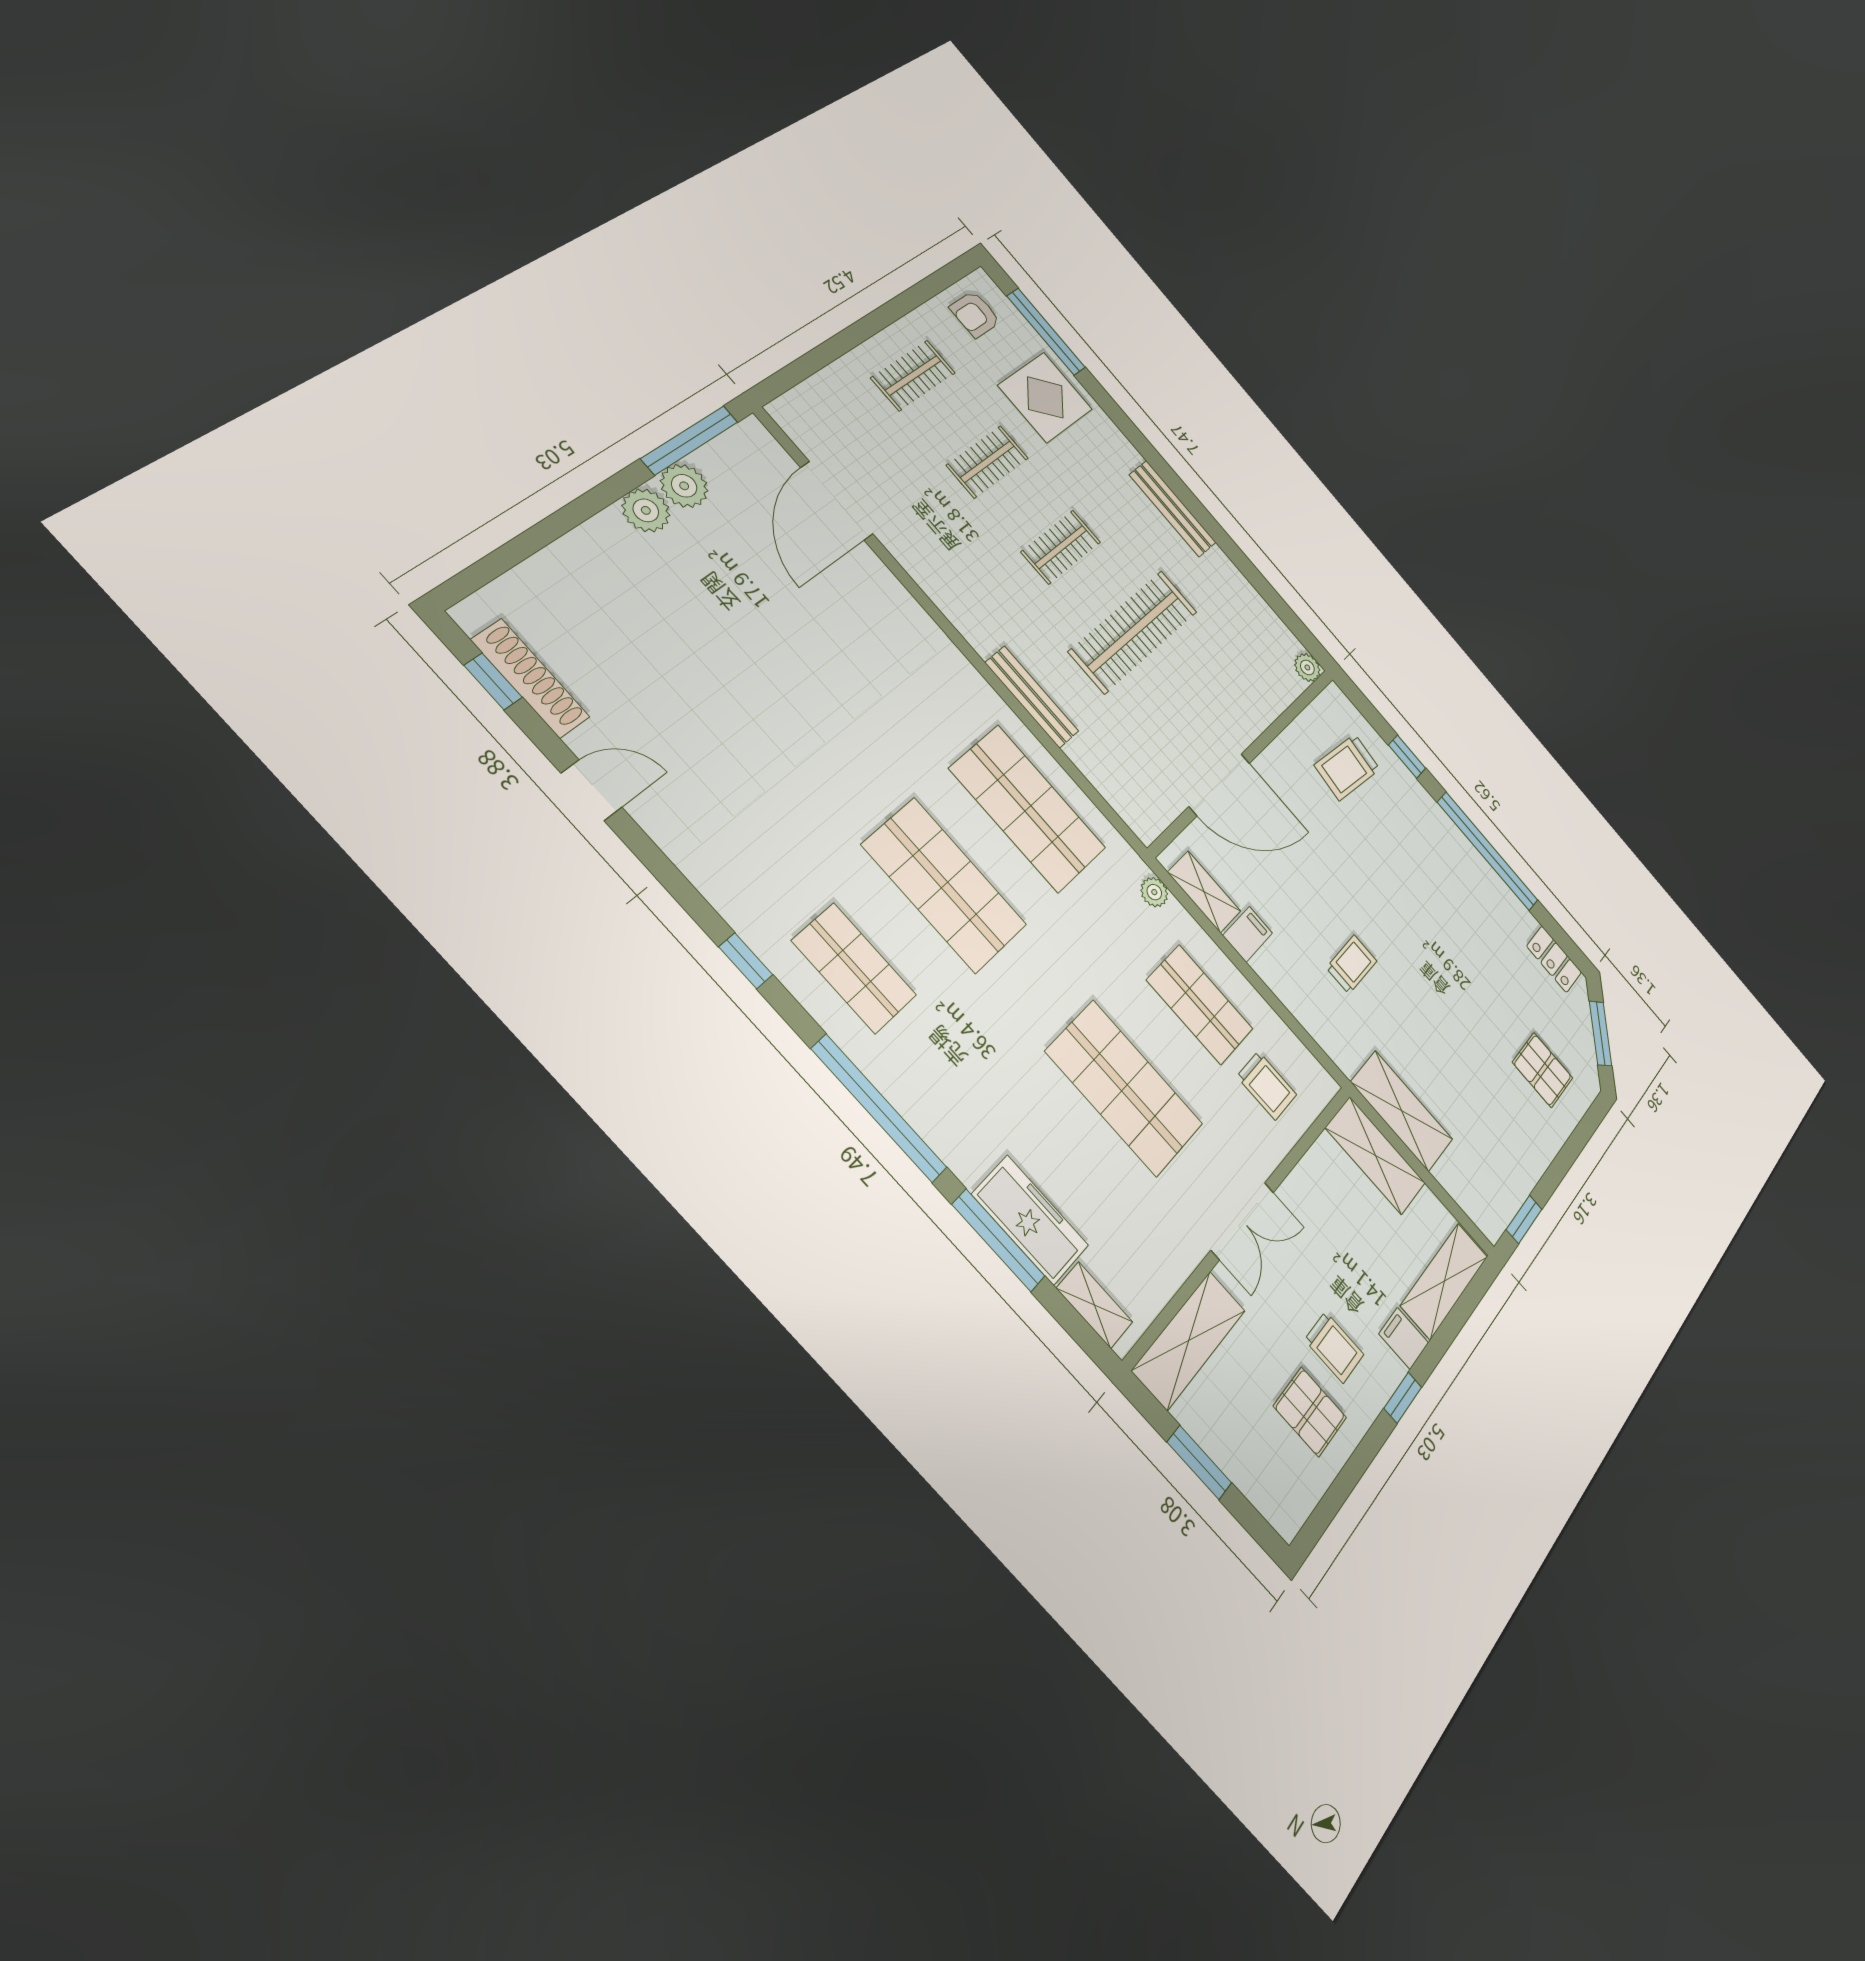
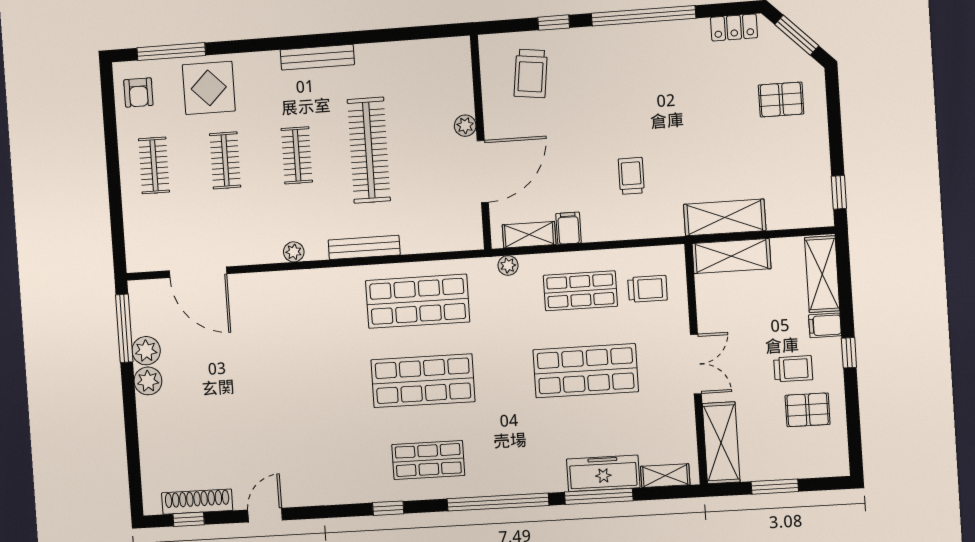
plant: (957, 611) -> (294, 252), added
plant: (1307, 667) -> (465, 126), moved

